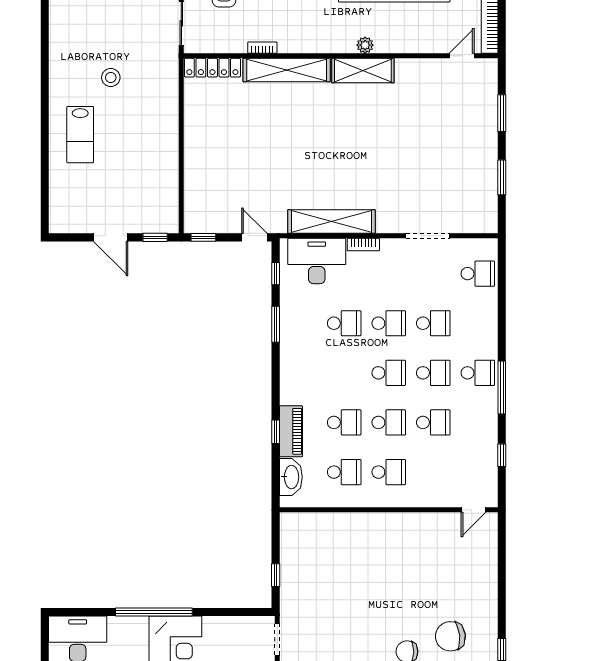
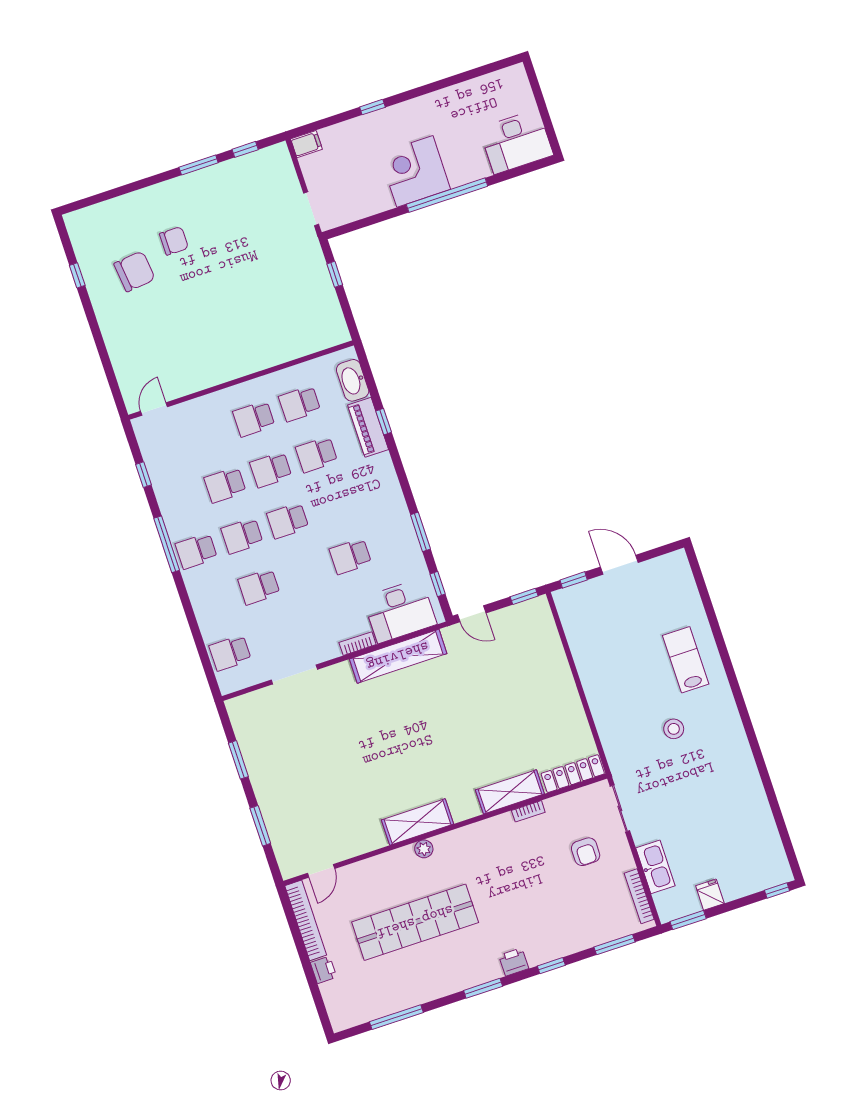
shelving: (287, 70) -> (510, 792), width x0.68
school desk: (389, 323) -> (305, 572), removed

